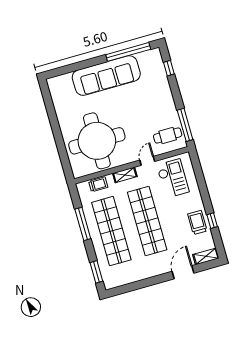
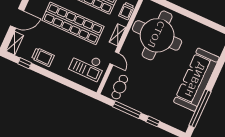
window: (169, 68) -> (153, 121), moved
window: (185, 125) -> (127, 110), moved
window: (212, 221) -> (25, 63), moved
door: (183, 272) -> (17, 18), hinge flipped

